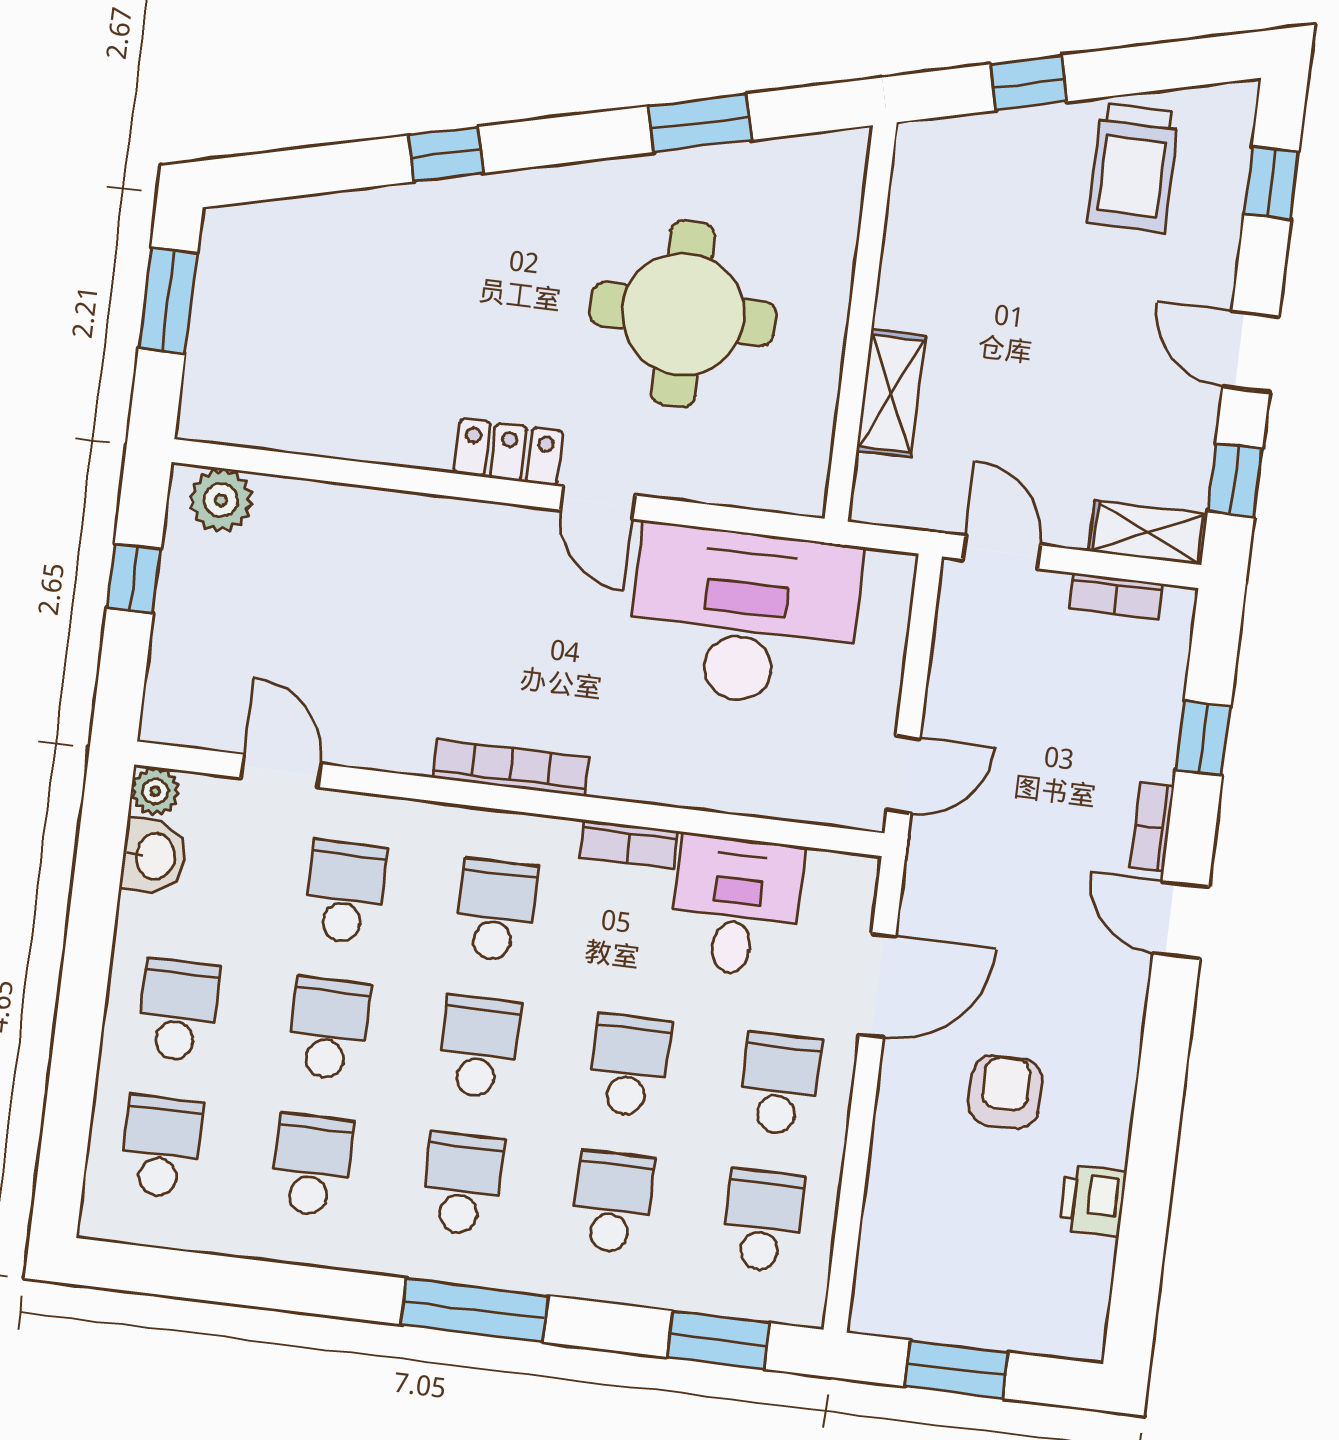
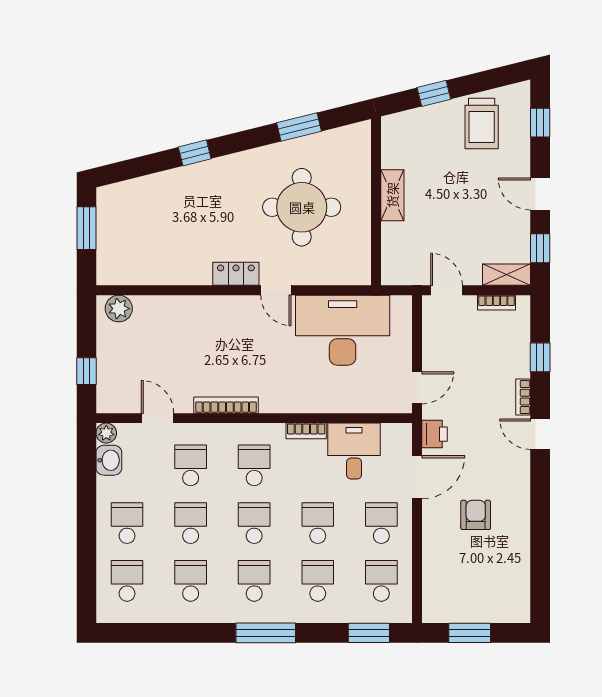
shelving: (891, 393) -> (392, 195), moved
window: (134, 578) -> (86, 371), moved
bookcase: (511, 768) -> (226, 405), moved
printer: (1093, 1201) -> (435, 434), moved, turned 180

